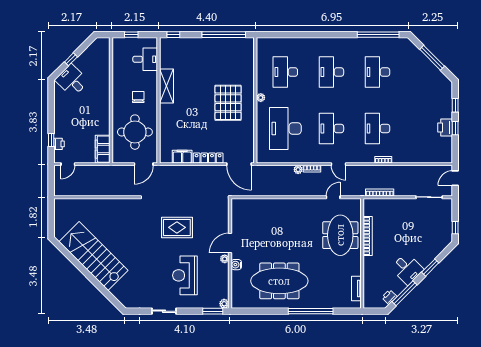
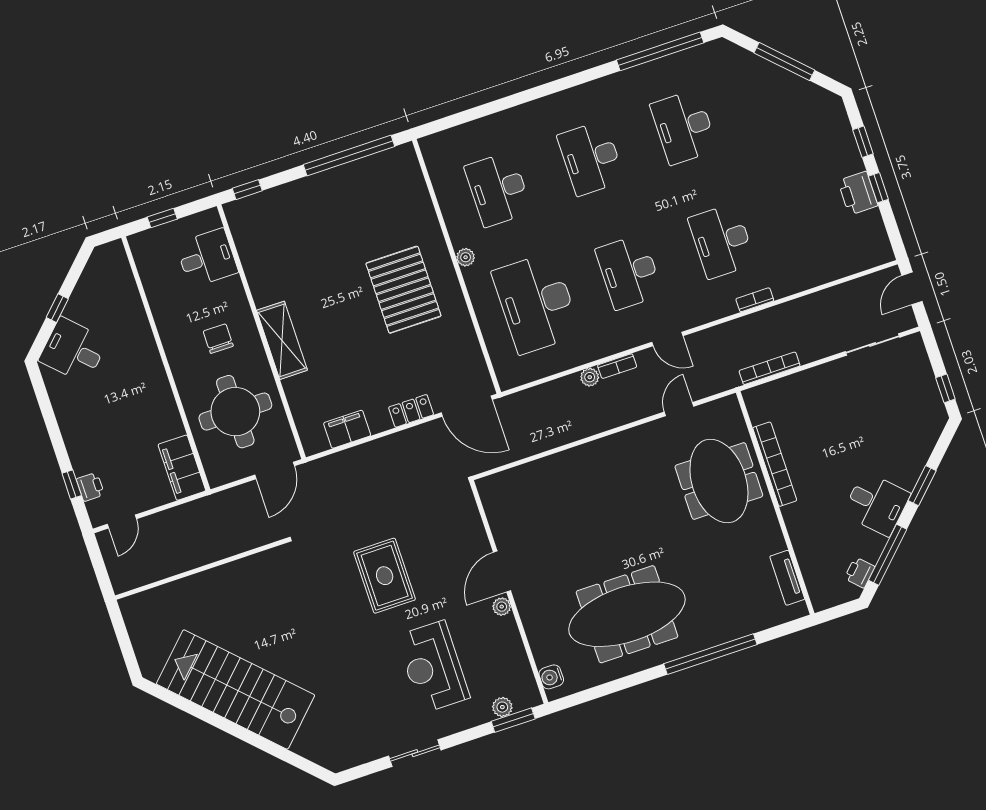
shelving: (166, 86) -> (282, 340), moved
locker: (208, 158) -> (411, 411), width x0.66
rug: (177, 227) -> (385, 576), turned 90
water cooler: (236, 265) -> (551, 677), moved
plant: (224, 304) -> (502, 707), moved

